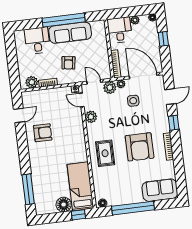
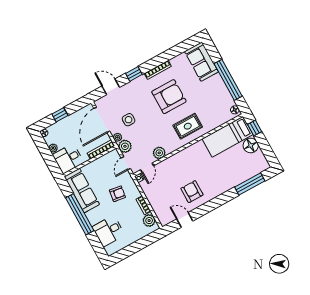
sofa: (70, 33) -> (82, 191), moved

